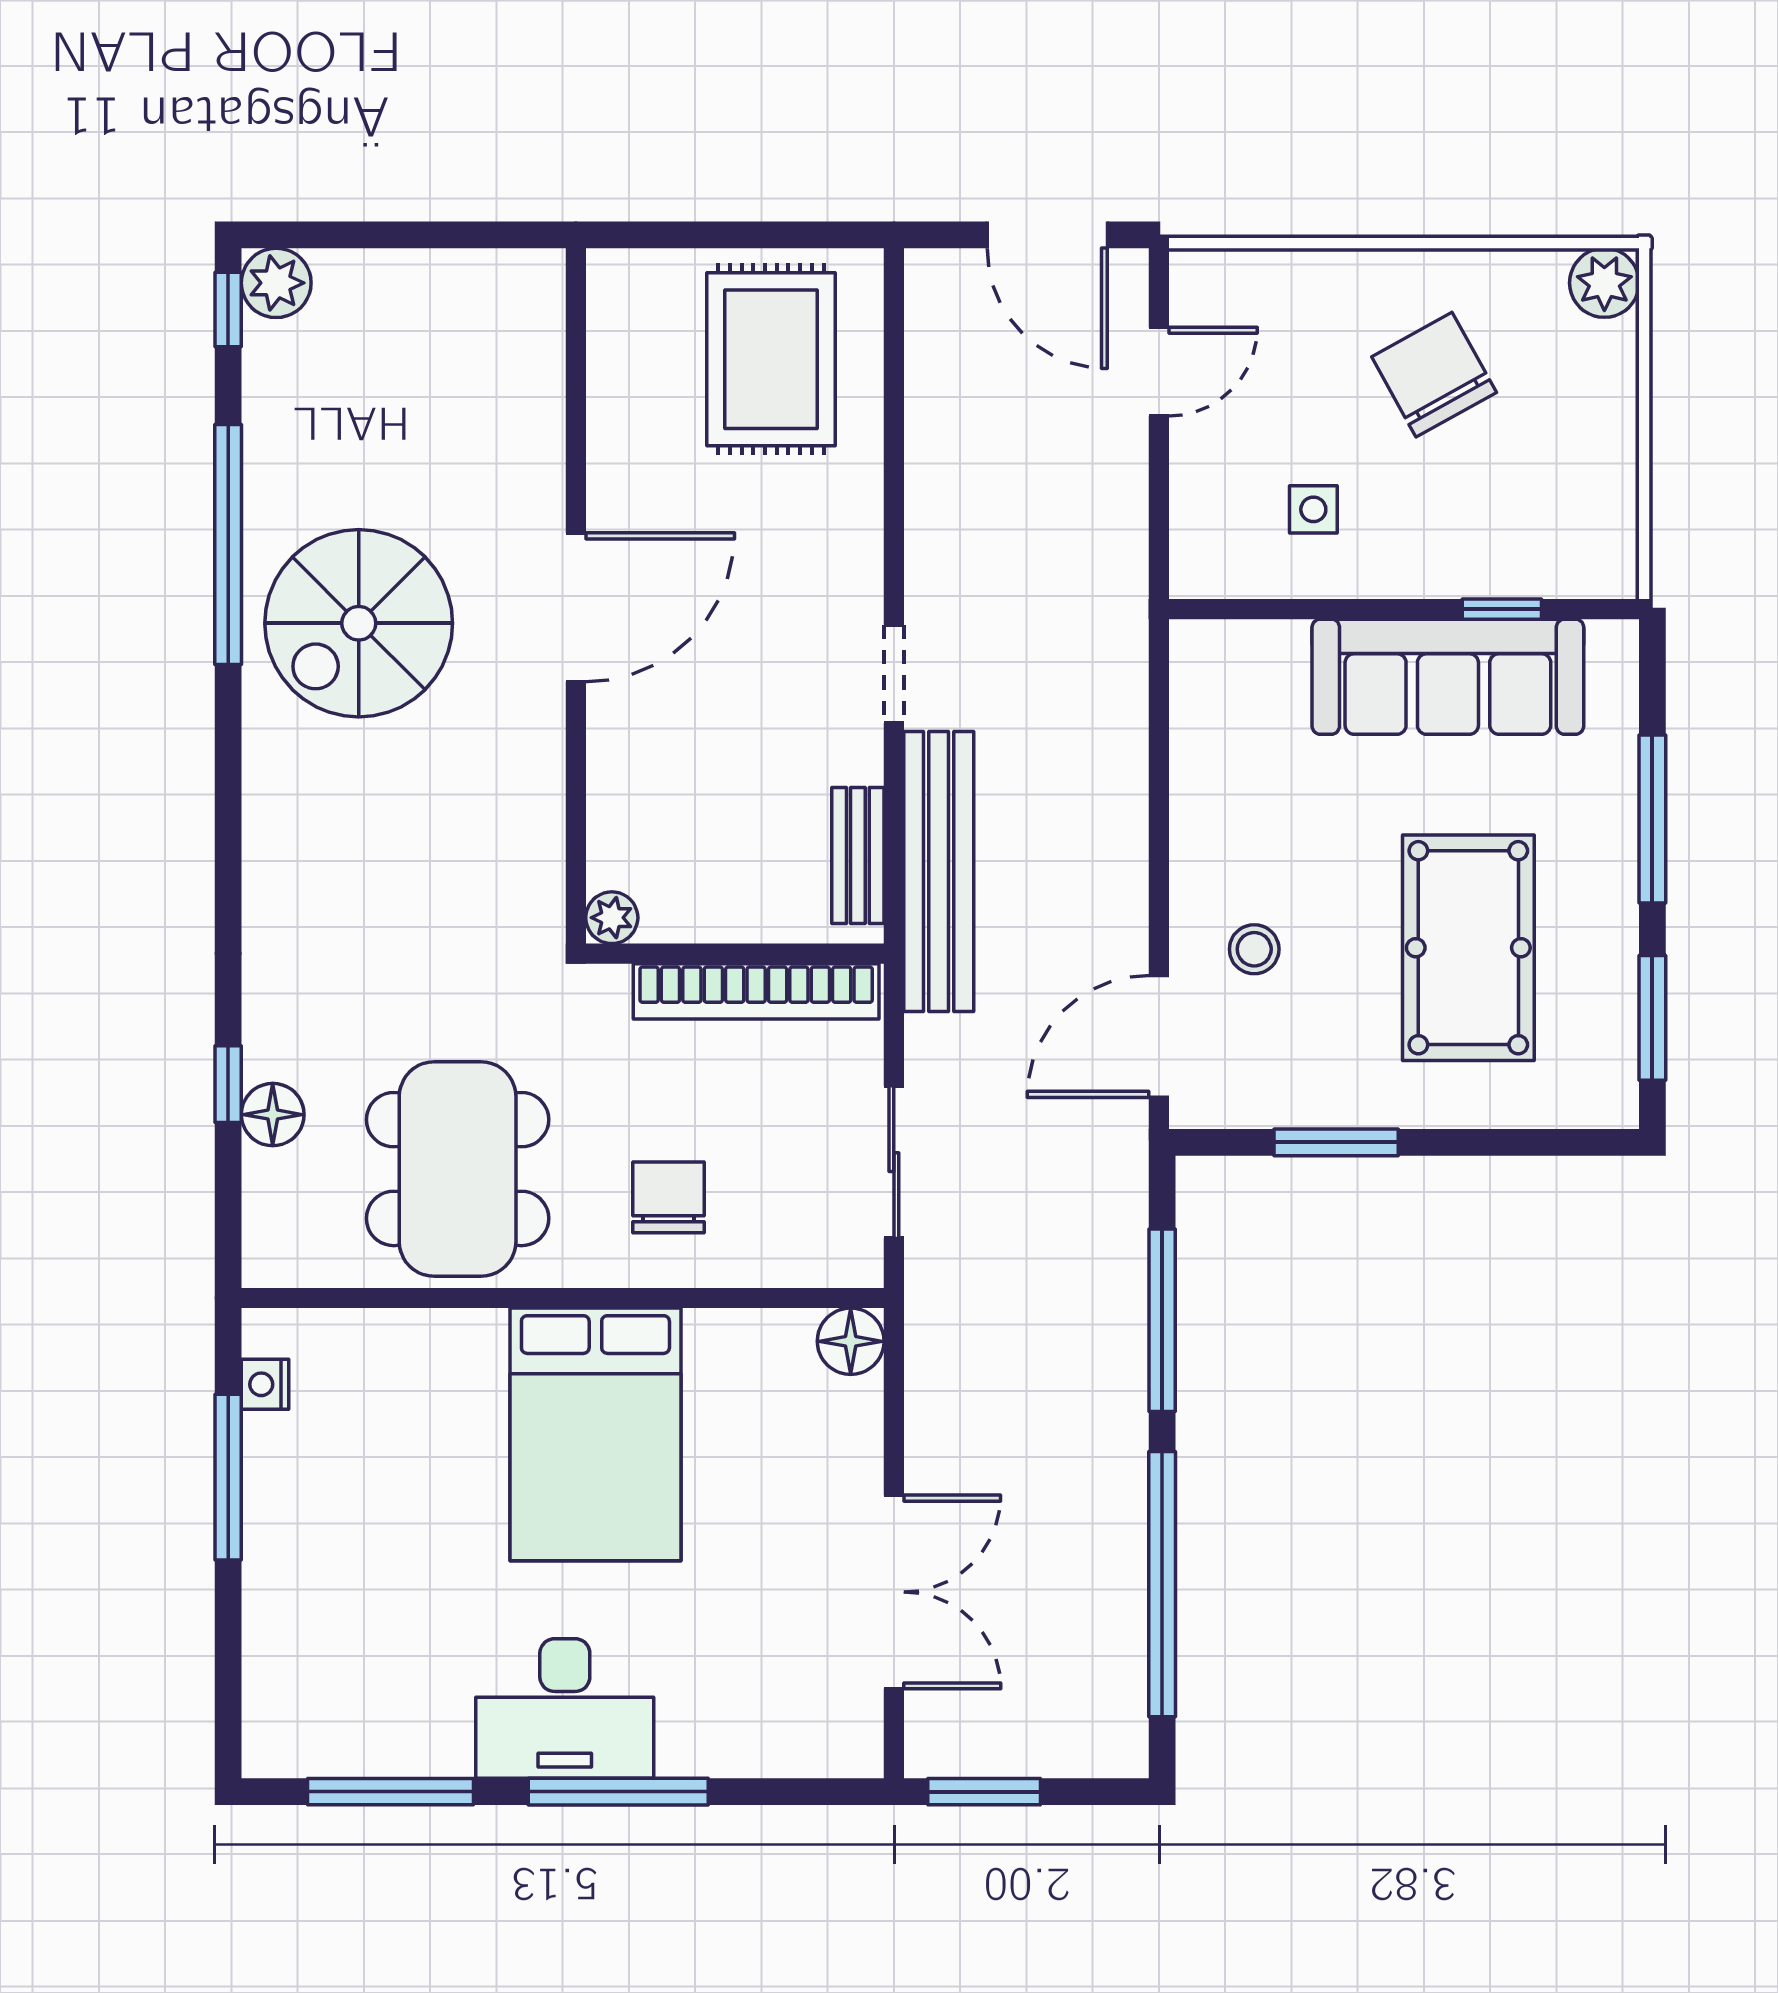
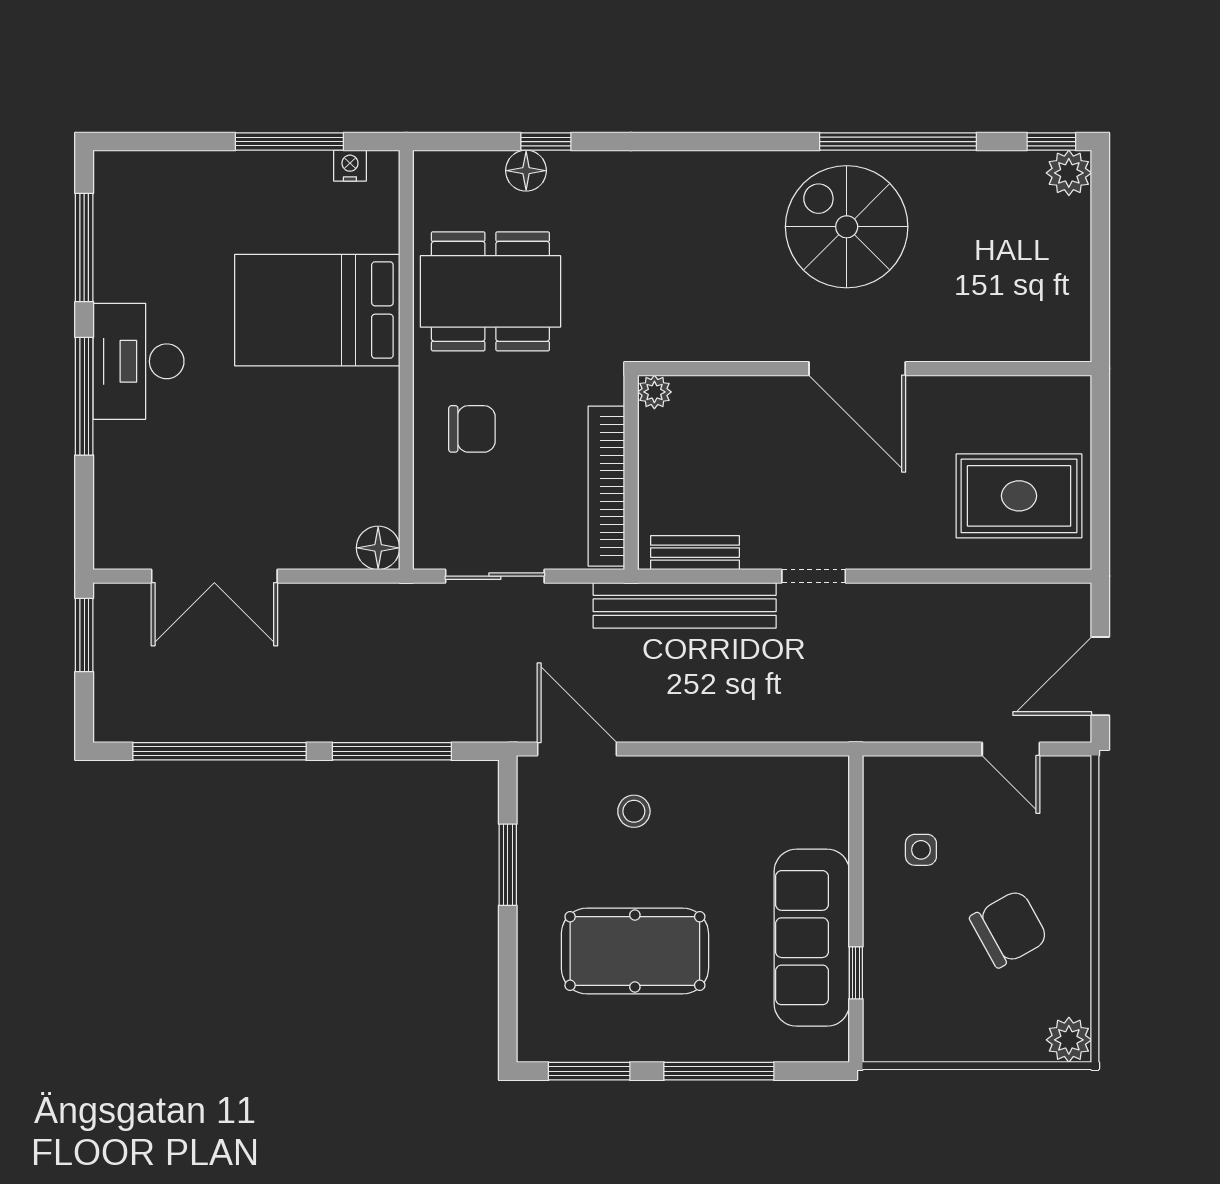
bed: (595, 1434) -> (317, 310), moved

